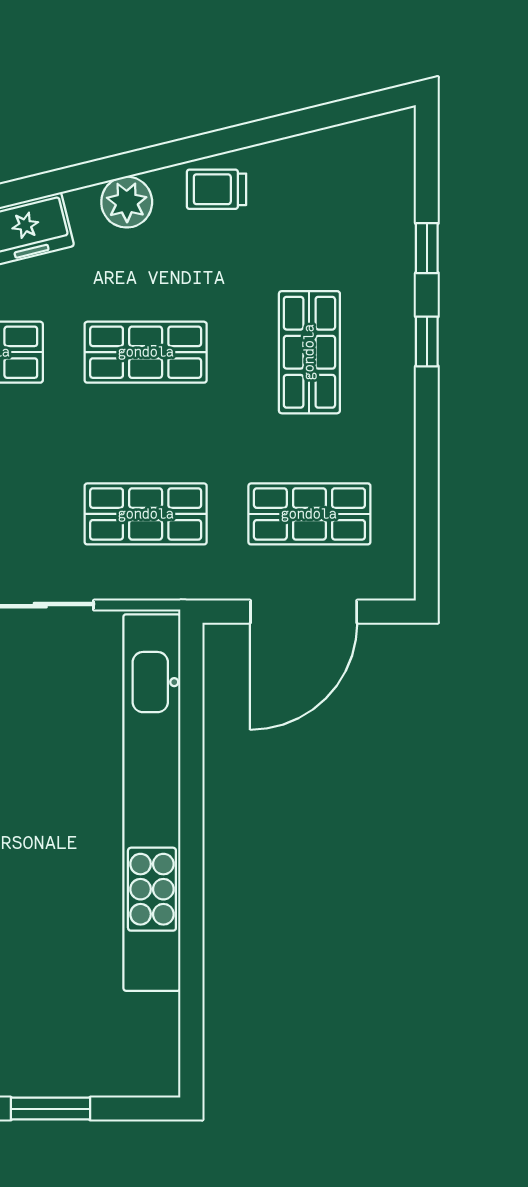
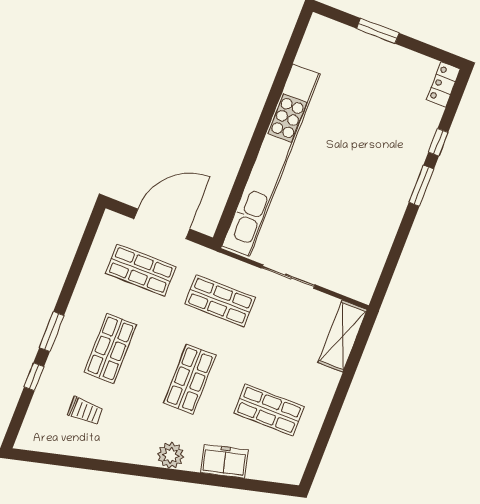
trolley: (216, 189) -> (85, 411), moved
window: (427, 341) -> (52, 332), width x1.50
shop shelf: (146, 352) -> (190, 379), turned 90

